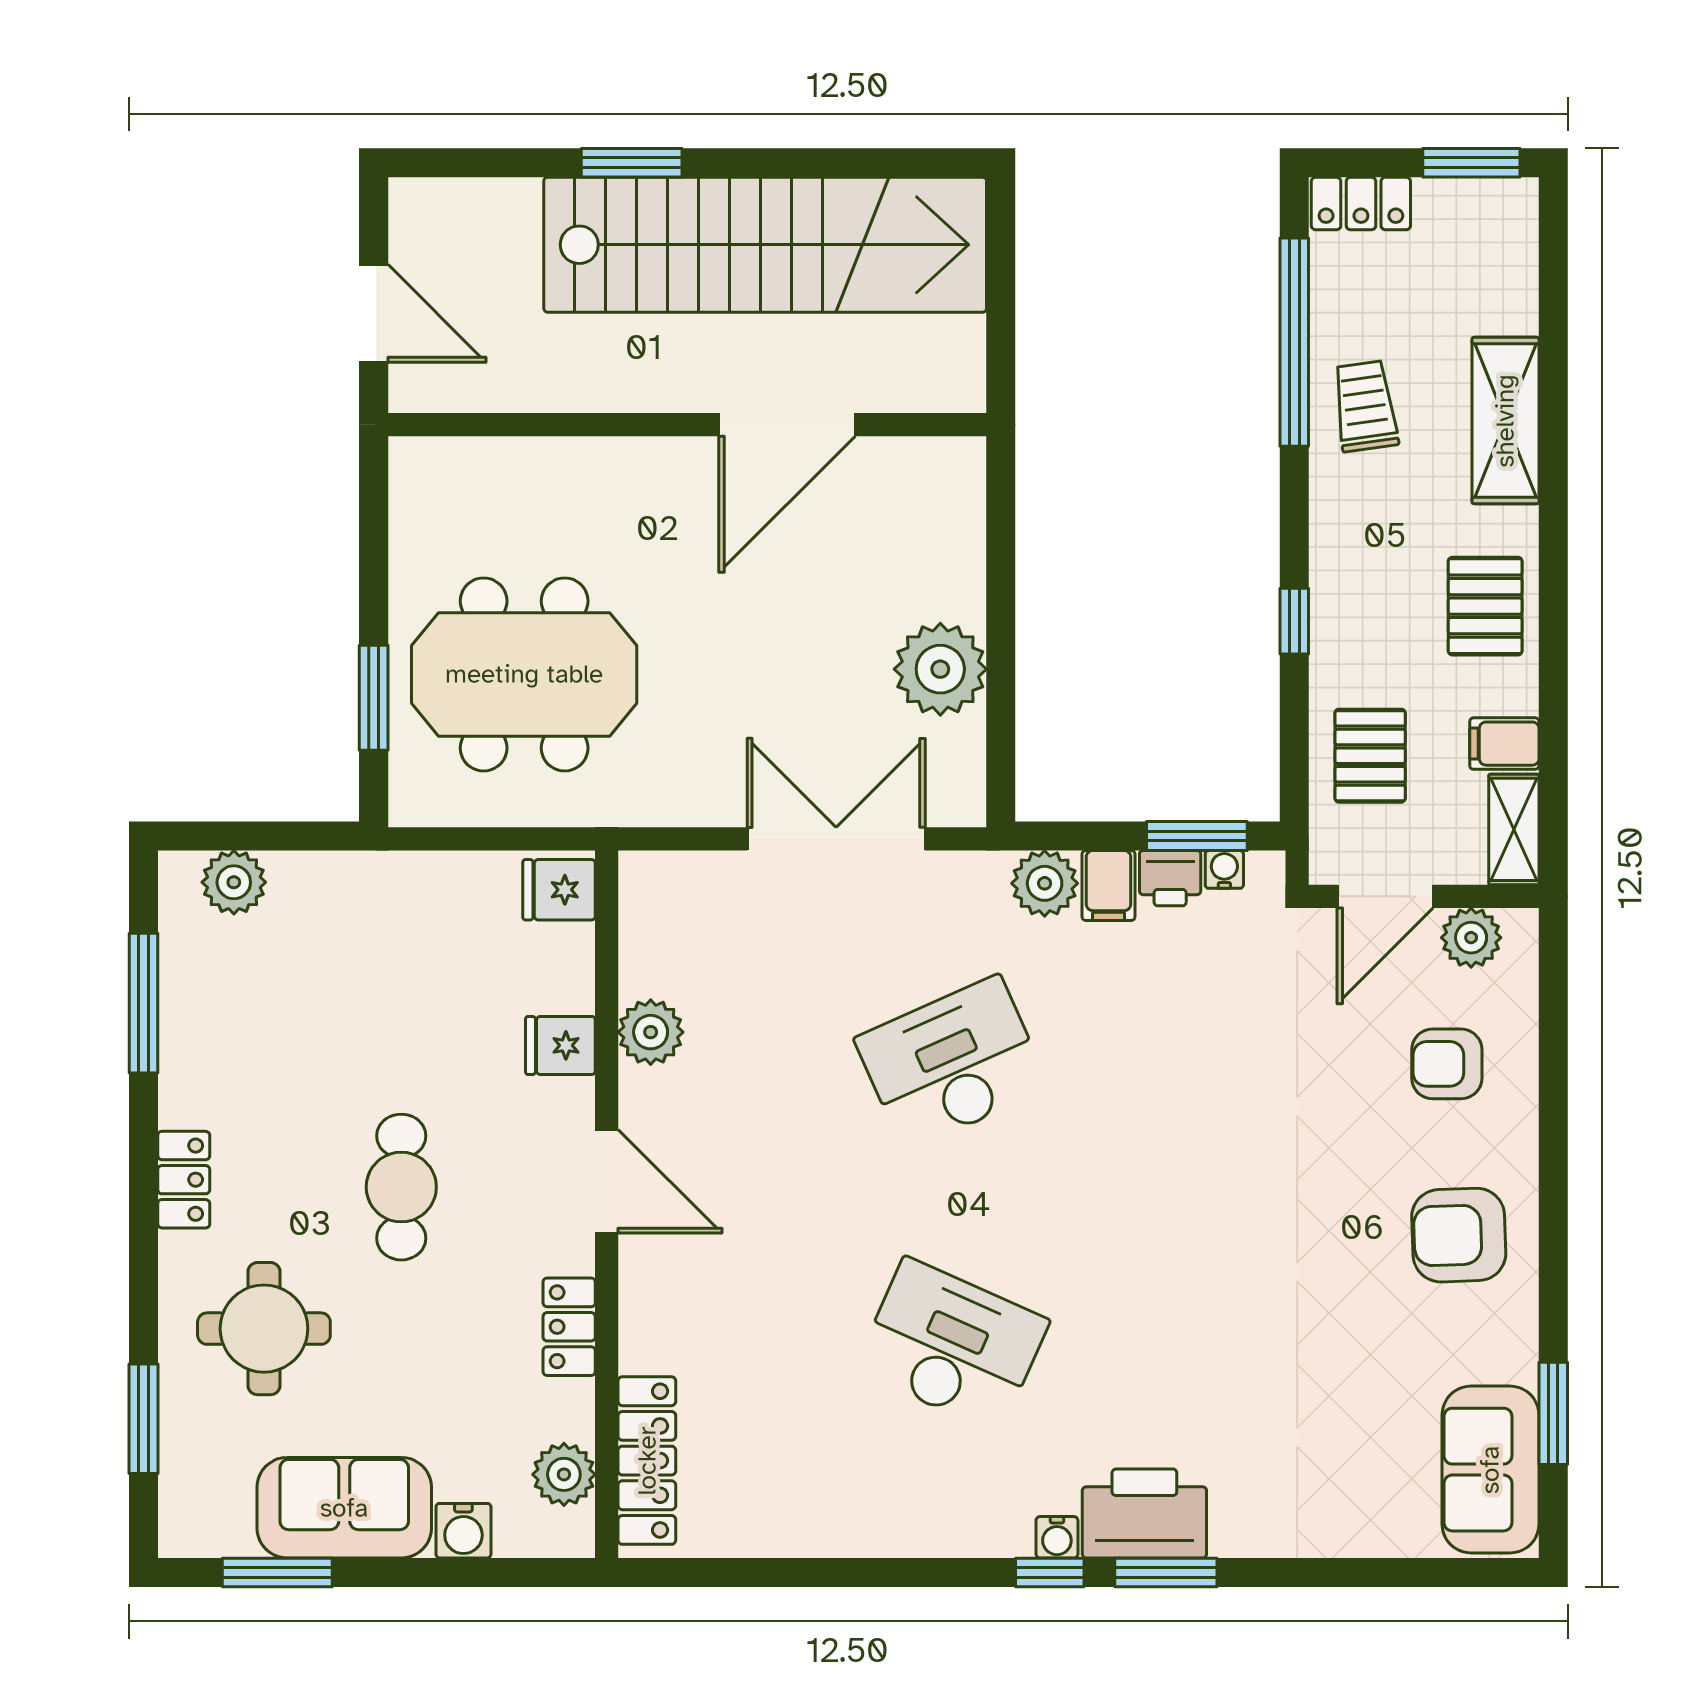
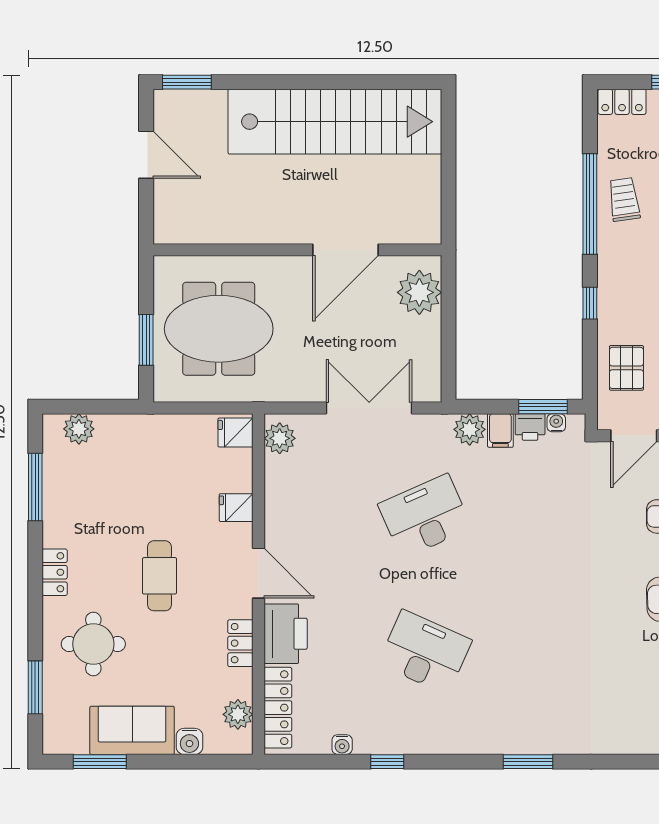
window: (632, 163) -> (187, 82), moved
window: (1294, 342) -> (590, 204), moved
wall: (687, 425) -> (297, 250), moved
door: (787, 425) -> (345, 250), moved
plant: (940, 669) -> (419, 292), moved
plant: (651, 1032) -> (280, 438), moved
printer: (1144, 1513) -> (286, 634), moved, turned 90
water cooler: (1057, 1537) -> (342, 745), moved
window: (1050, 1572) -> (387, 762), moved

